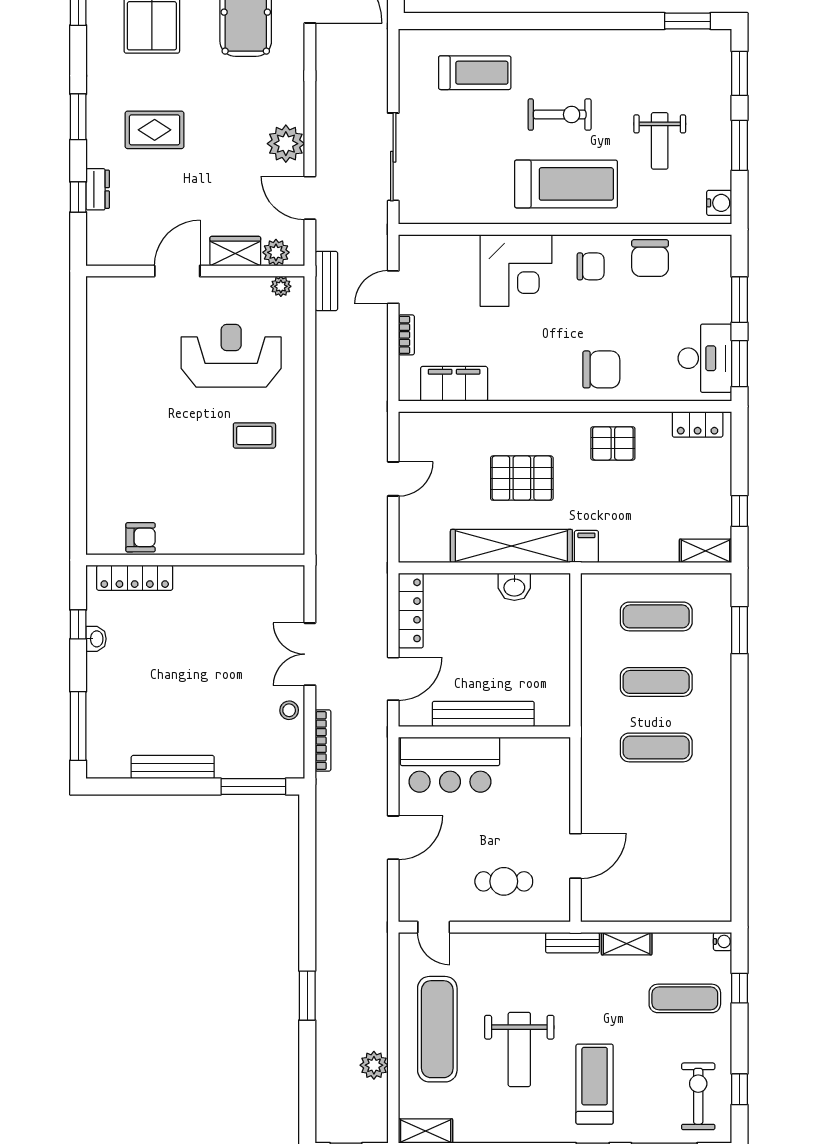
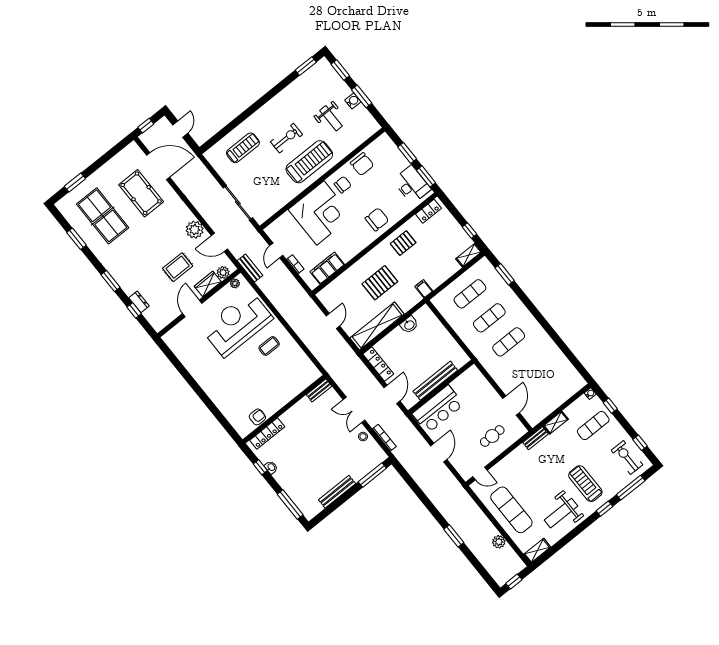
rug: (155, 130) -> (178, 267), moved
water cooler: (719, 203) -> (353, 101), moved
corner desk: (516, 270) -> (320, 213), width x1.36, depth x1.36
reception desk: (231, 356) -> (237, 324), width x1.36, depth x1.30
shelving: (511, 546) -> (377, 326), moved
bench: (278, 575) -> (319, 390), added
weight bench: (519, 1049) -> (561, 513), moved, turned 90

